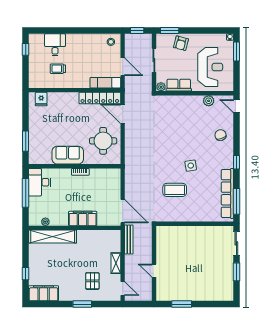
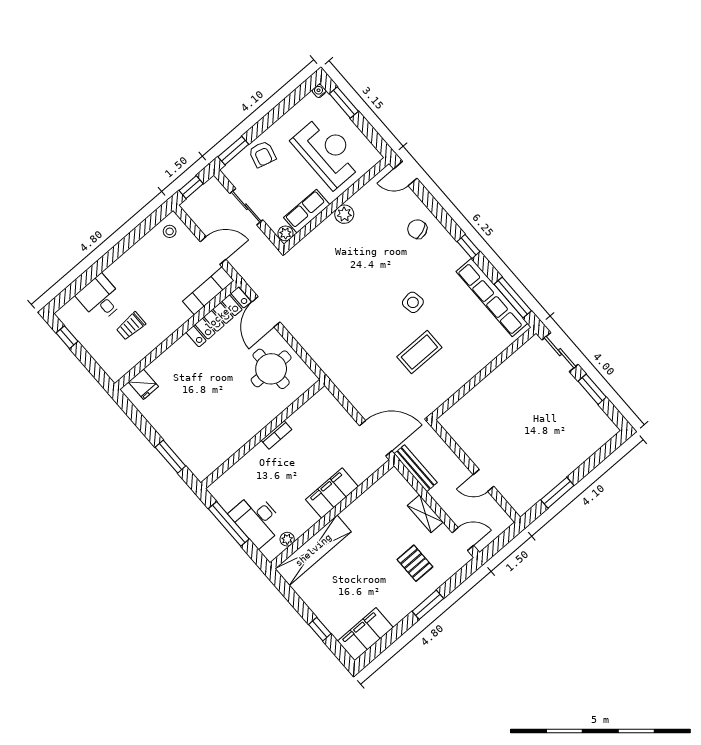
plant: (209, 101) -> (344, 214), moved
door: (123, 114) -> (266, 312), hinge flipped
sofa: (68, 155) -> (241, 427), removed
desk: (40, 182) -> (257, 520), moved

